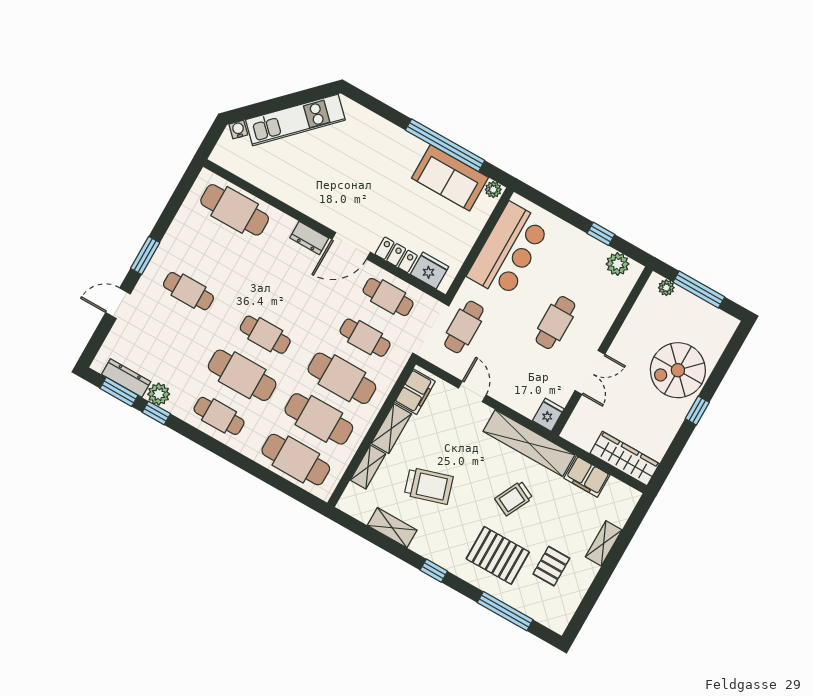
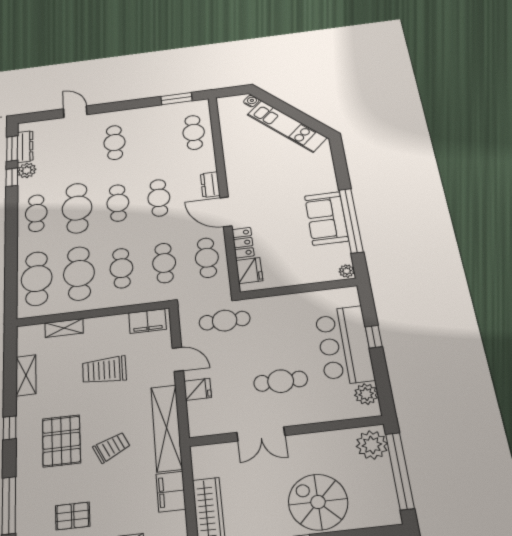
sofa: (450, 178) -> (326, 218), moved
cafe table: (235, 210) -> (194, 132), width x0.73, depth x0.74
window: (601, 234) -> (374, 337), moved
bar counter: (509, 250) -> (344, 345), moved, turned 90
window: (145, 256) -> (177, 99), moved
plant: (666, 288) -> (372, 445), width x1.88, depth x1.88
window: (699, 289) -> (400, 471), width x1.46
cafe table: (288, 294) -> (159, 198), added
cafe table: (342, 378) -> (121, 268), width x0.73, depth x0.74
door: (472, 392) -> (178, 359), hinge flipped
fridge: (548, 415) -> (198, 389), moved
shelving: (391, 429) -> (106, 324), removed
trolley: (429, 486) -> (104, 370), moved, turned 107
trolley: (514, 498) -> (112, 447), turned 129
pallet: (498, 555) -> (61, 441), moved

